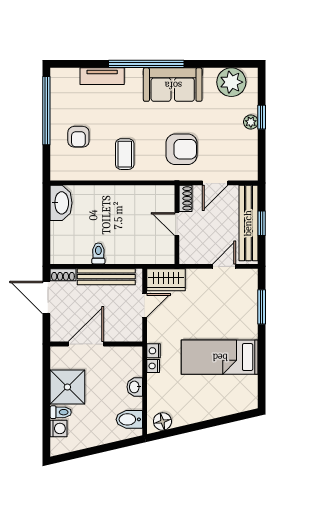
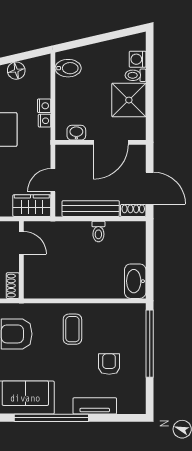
window: (46, 111) -> (150, 344), moved
armchair: (78, 137) -> (109, 364), moved
door: (177, 224) -> (21, 243), moved
nightstand: (154, 351) -> (44, 106), moved
washbasin: (135, 387) -> (76, 133), moved, turned -90
floor lamp: (162, 421) -> (16, 71), moved

